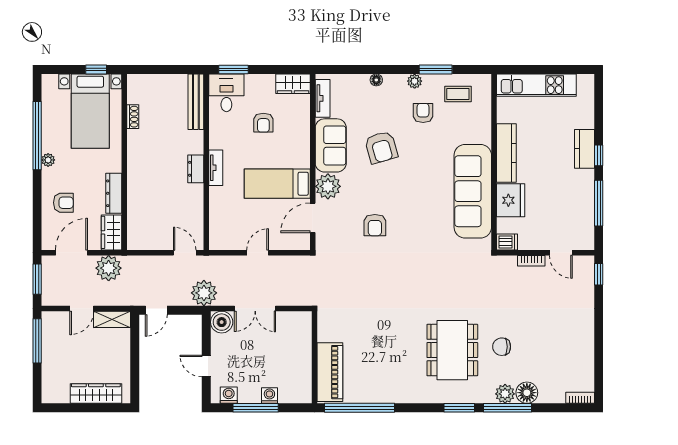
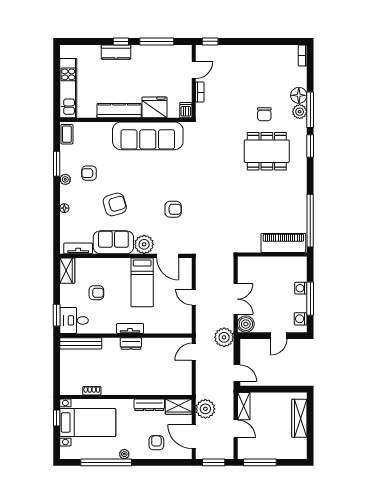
coffee table: (458, 94) -> (67, 134), moved

